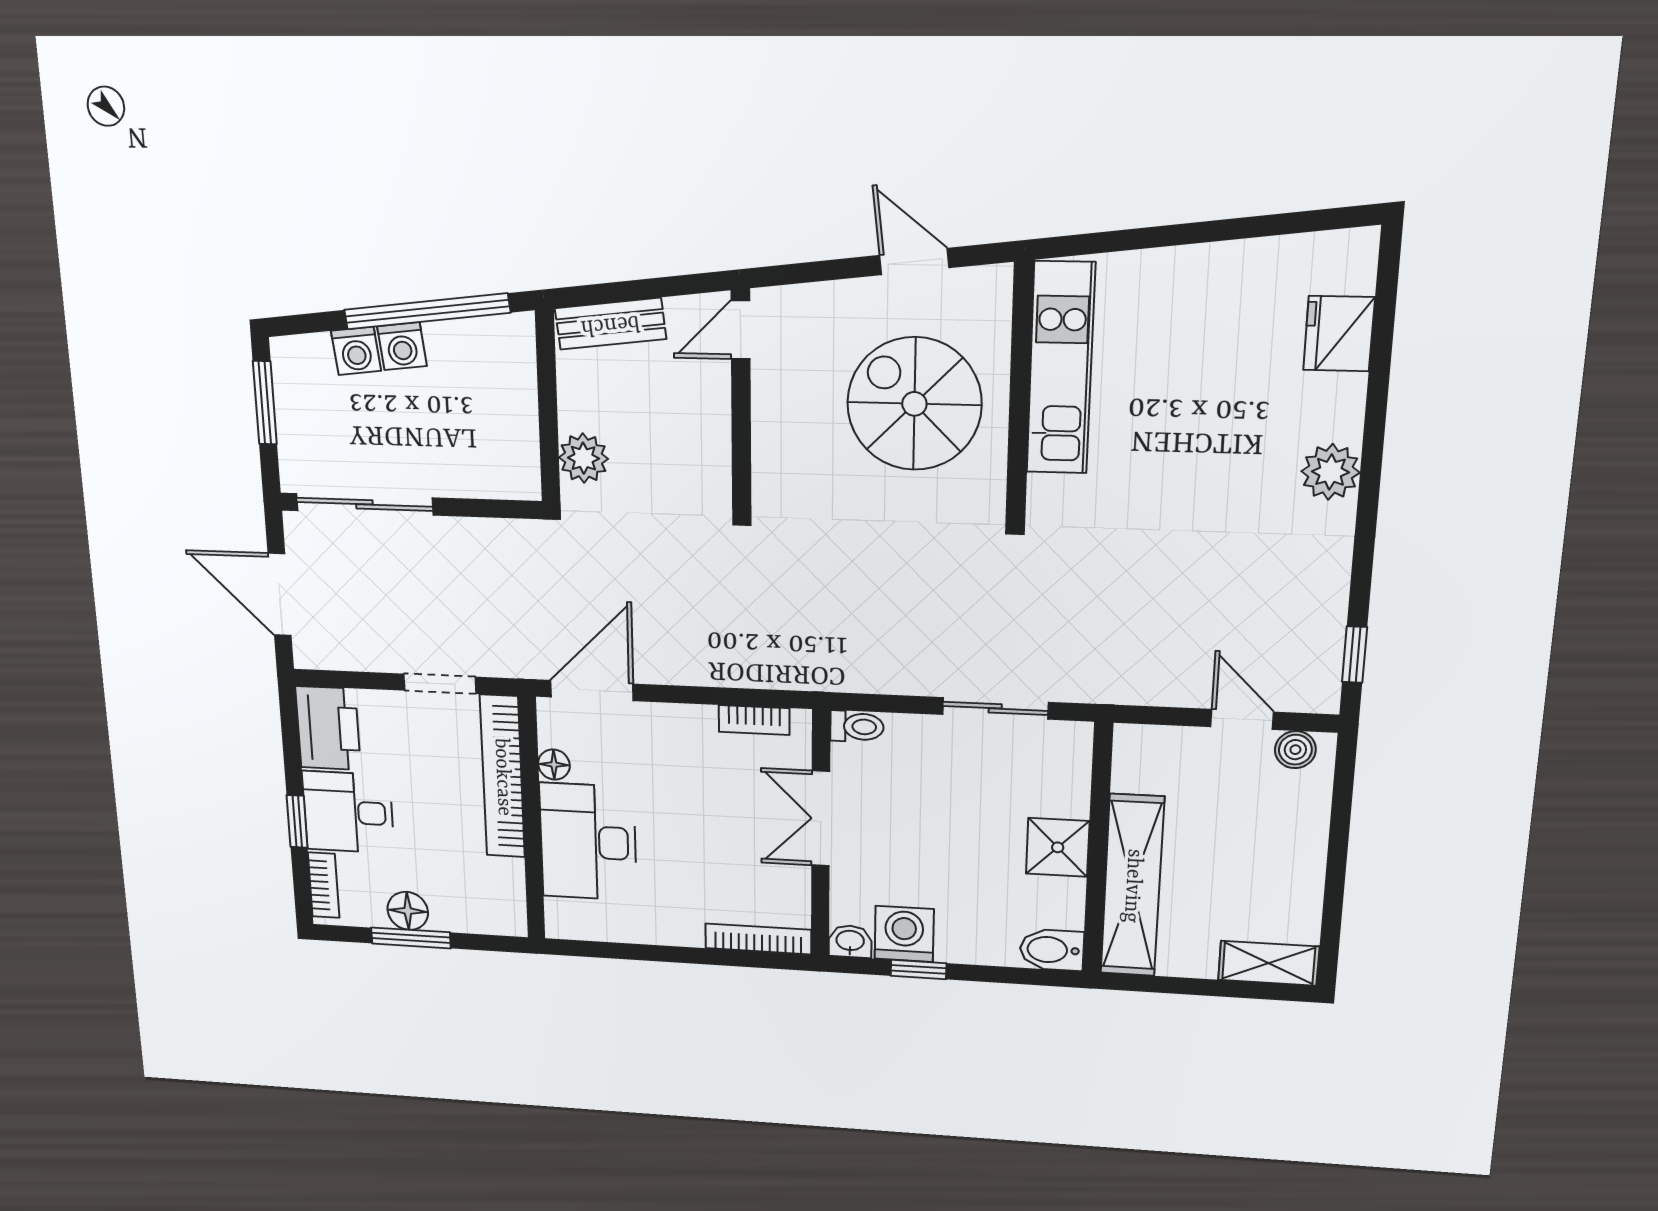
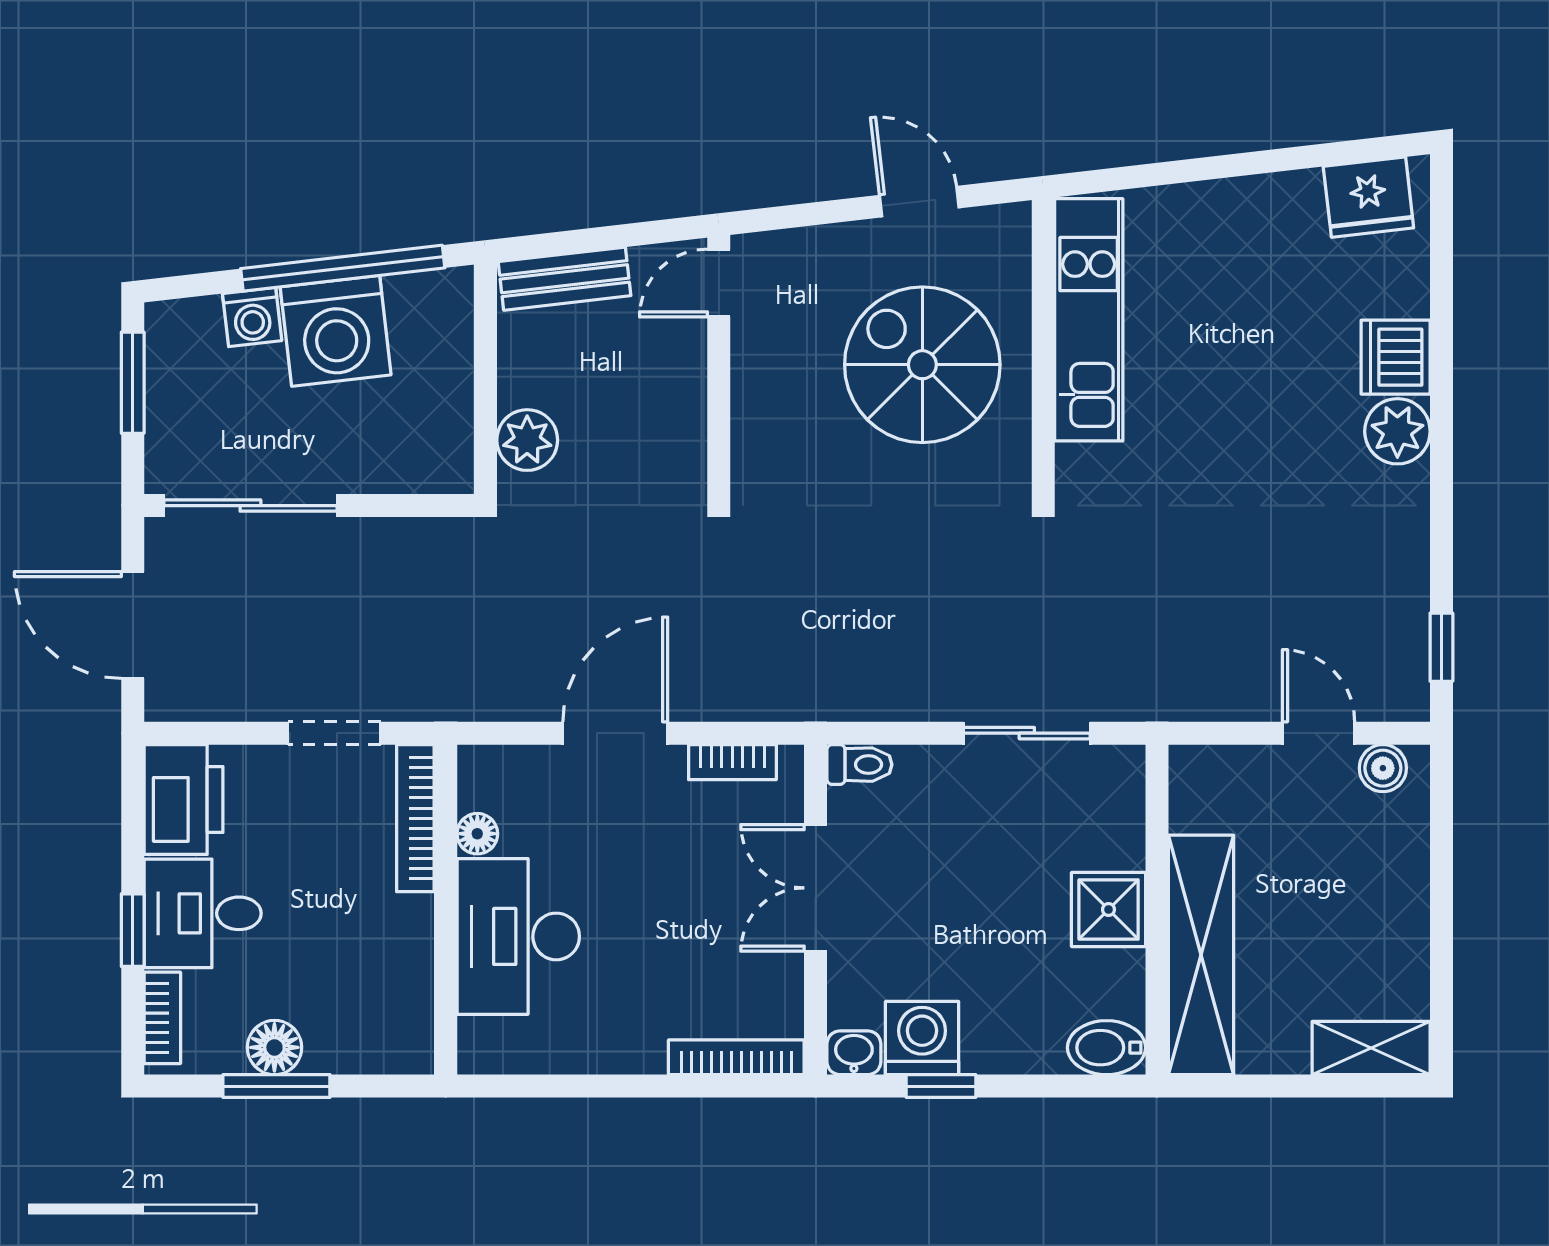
fridge: (1339, 334) -> (1368, 197), moved, turned -97
washing machine: (402, 346) -> (336, 331), width x1.89, depth x1.89
dishwasher: (1334, 407) -> (1396, 357), added
door: (592, 690) -> (615, 733), moved
bookcase: (502, 777) -> (415, 818), width x0.68, depth x0.76

